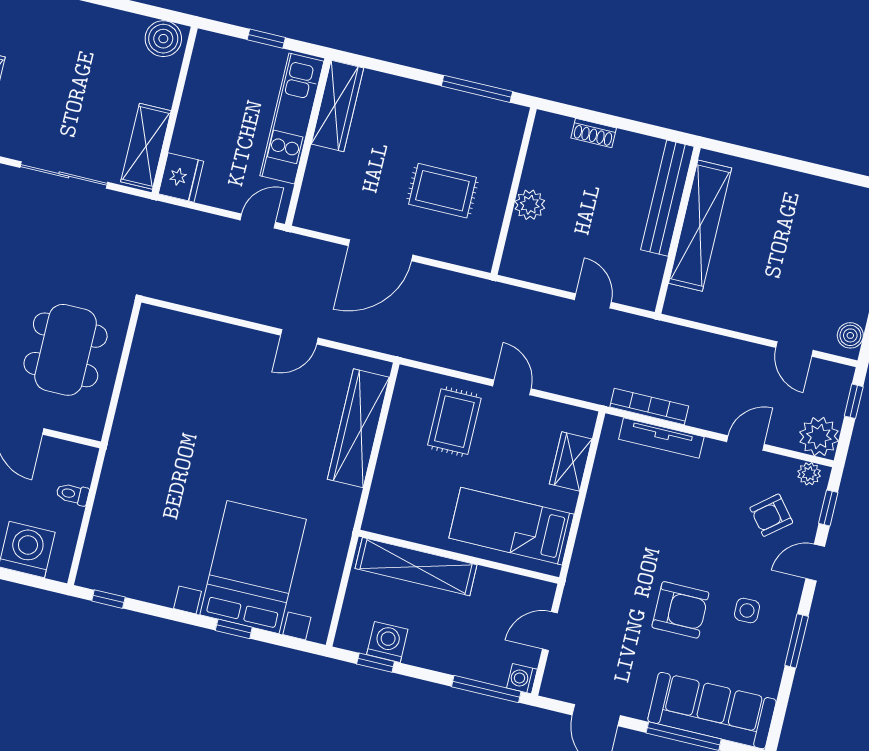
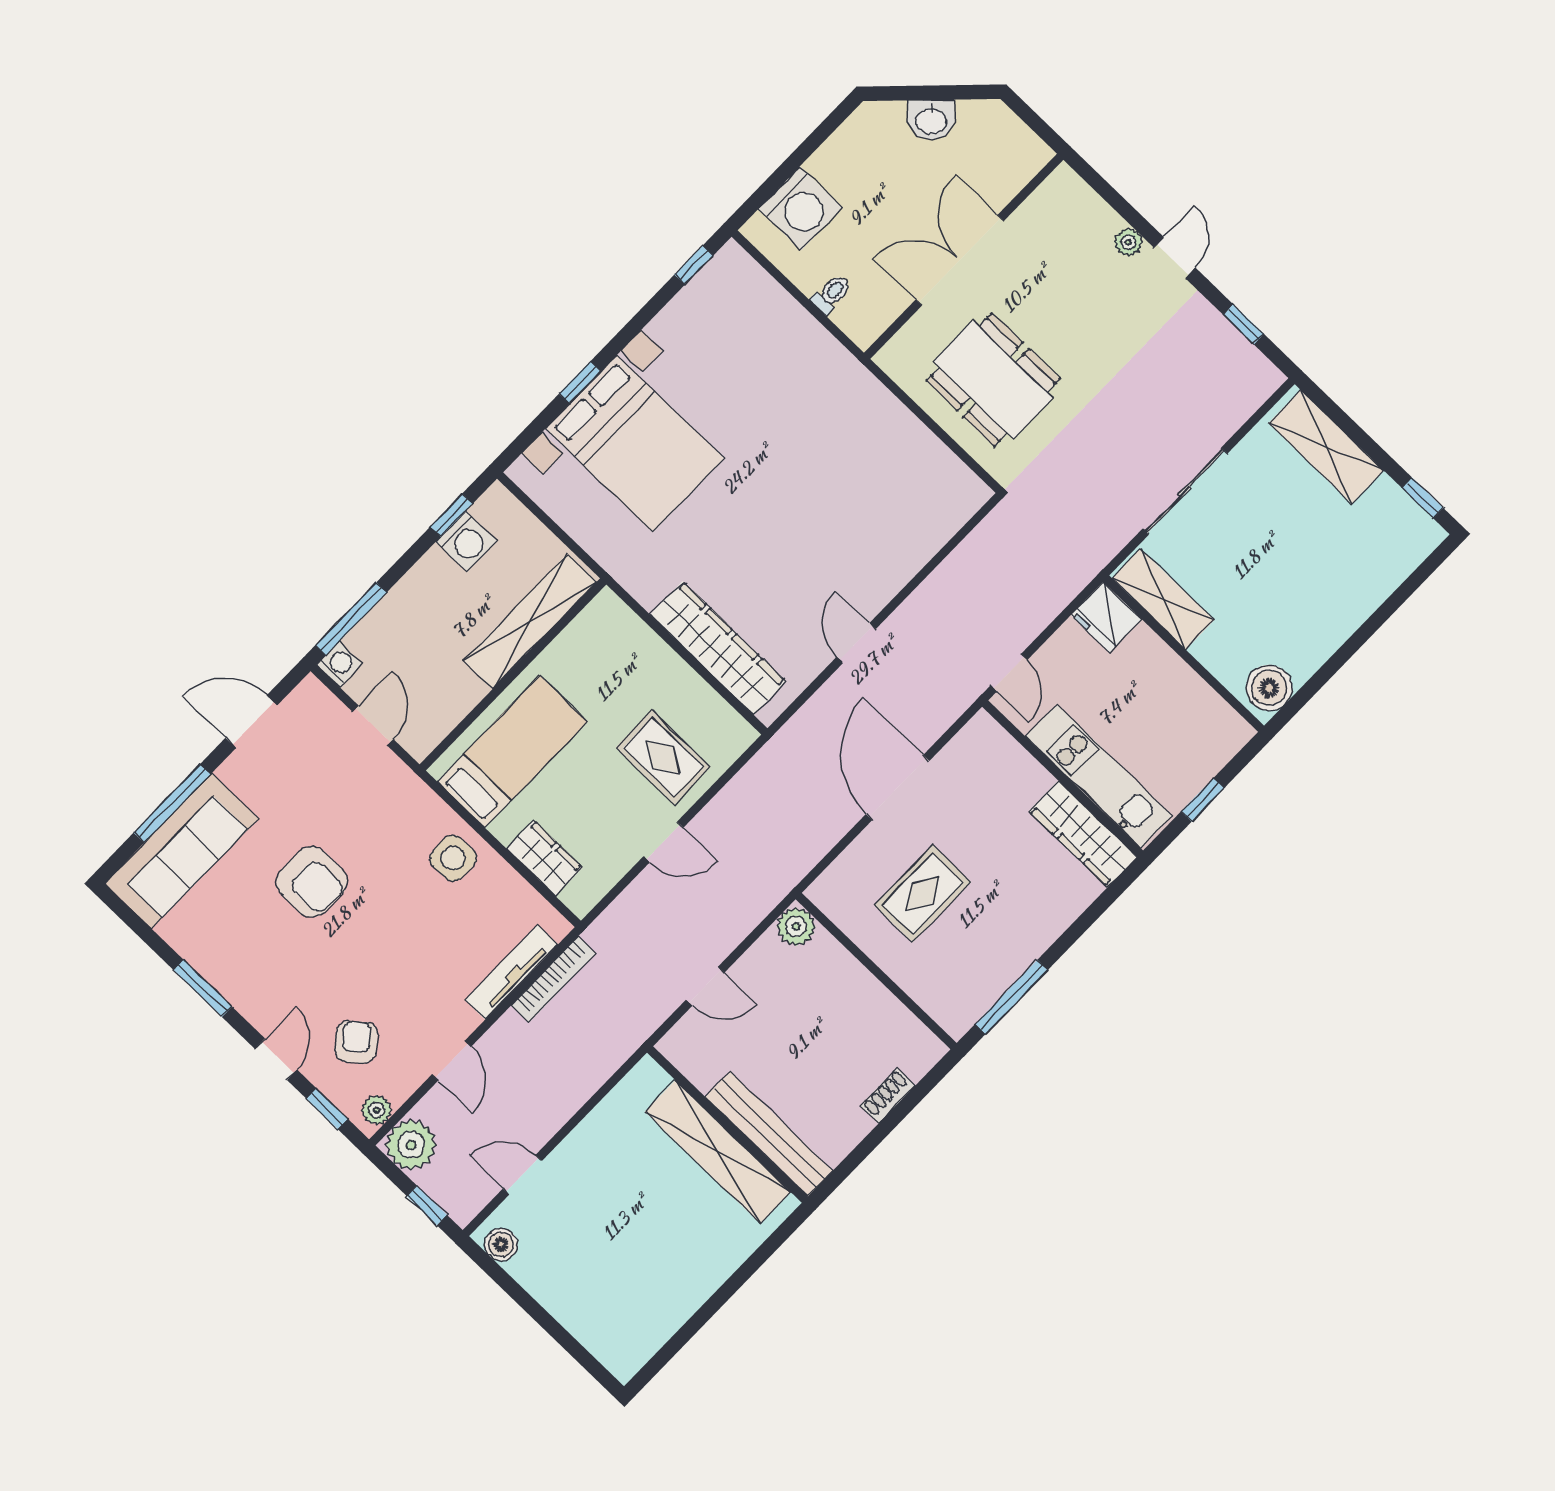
plant: (530, 205) -> (796, 927), moved
armchair: (680, 610) -> (312, 882), turned -90
side table: (747, 610) -> (453, 858), moved, width x1.37, depth x1.37

